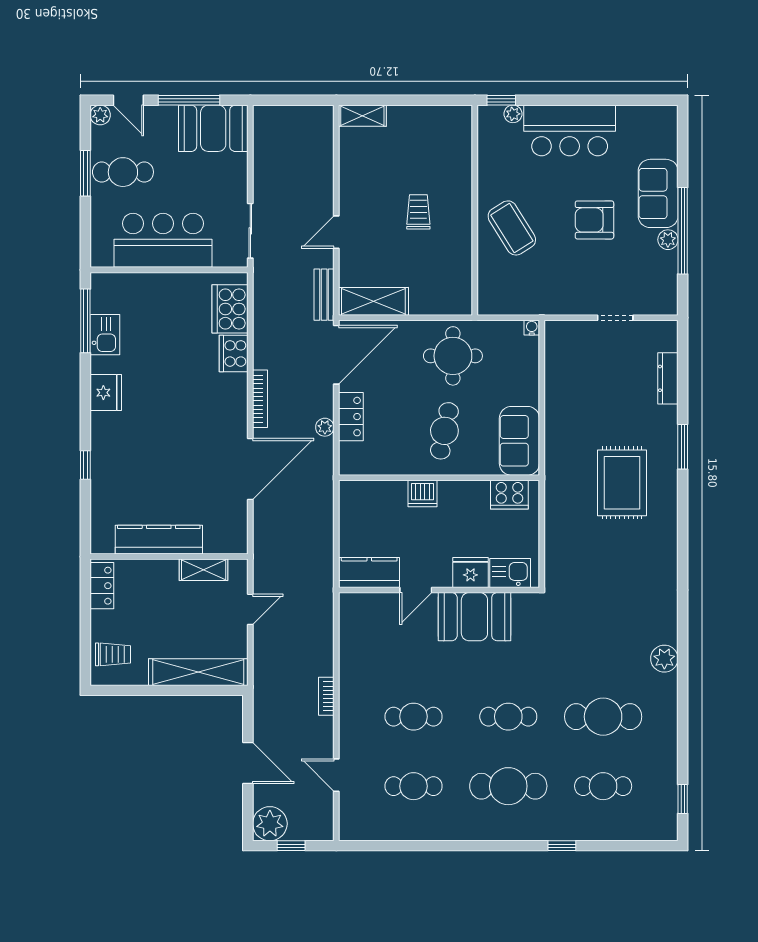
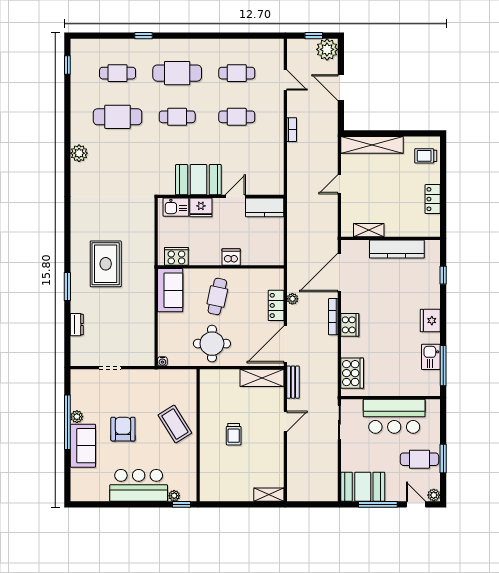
armchair: (594, 220) -> (123, 429), turned -90
cooker: (234, 353) -> (350, 325), moved
dresser: (668, 378) -> (77, 325), width x0.70
kitchen counter: (159, 540) -> (397, 249), moved
wall: (169, 557) -> (390, 238), moved
shelving: (204, 570) -> (369, 230), moved

